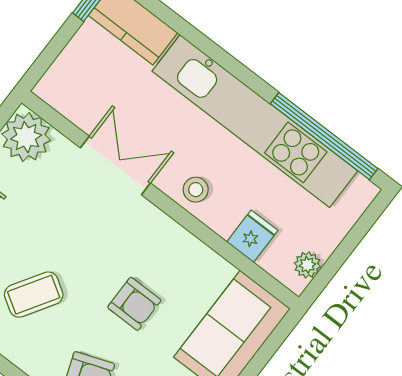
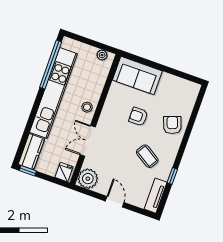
fridge: (252, 236) -> (64, 172), moved, turned 90
armchair: (134, 304) -> (138, 117), turned -90

